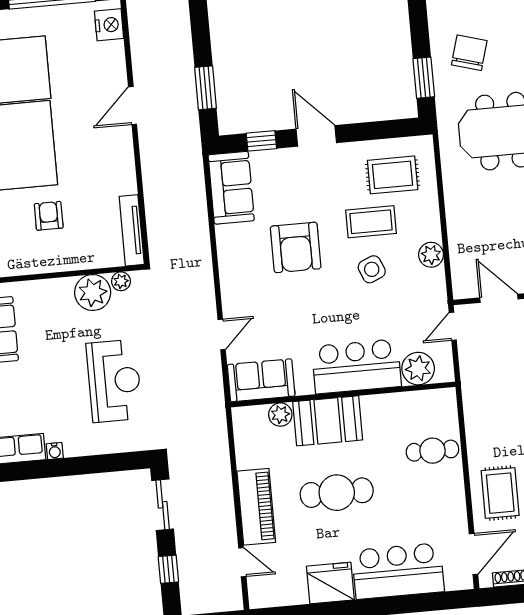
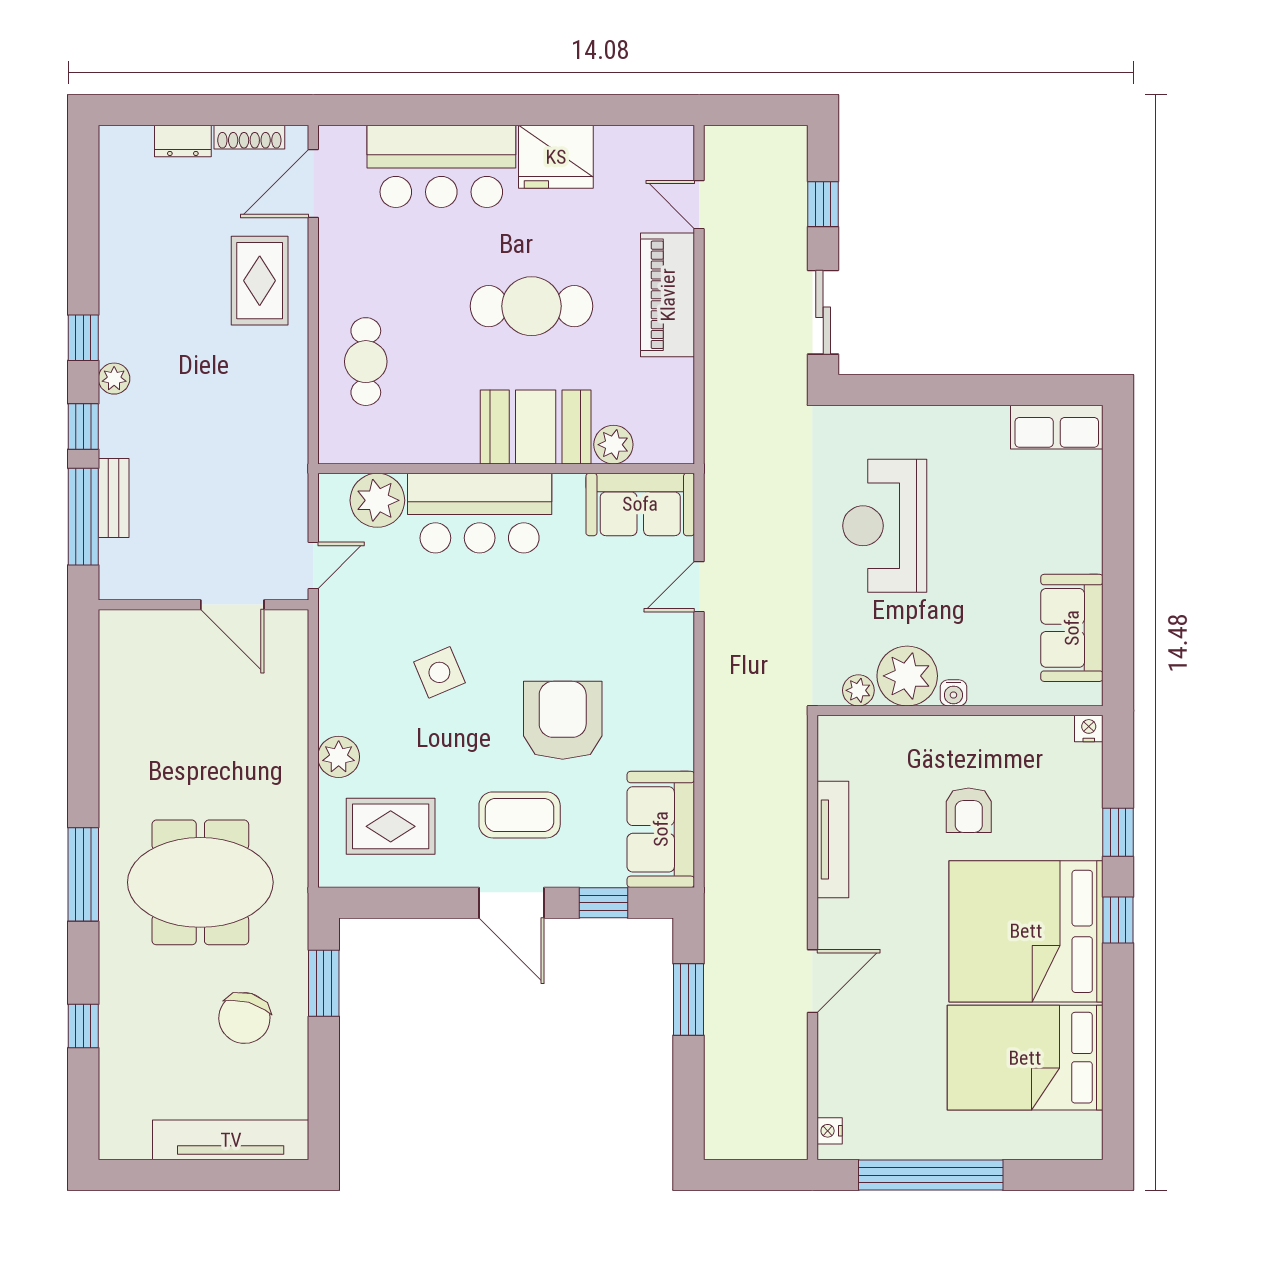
nightstand: (109, 25) -> (830, 1131), width x0.53, depth x0.56
coffee table: (371, 222) -> (520, 815), moved
tv unit: (132, 230) -> (833, 840), moved
plant: (431, 255) -> (339, 757), moved
water cooler: (55, 451) -> (953, 693), moved, turned 180
cafe table: (432, 451) -> (366, 362), turned 90

